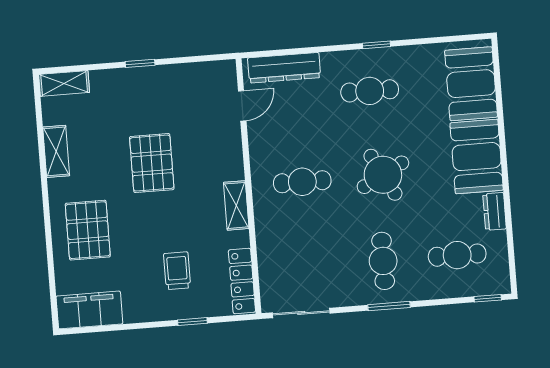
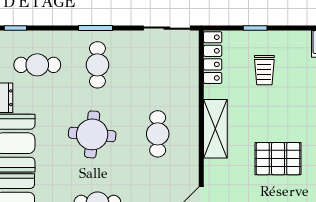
pallet: (152, 163) -> (278, 159), turned 90
round table: (383, 175) -> (92, 134), turned 33
cafe table: (302, 182) -> (158, 134), turned 90
shelving: (236, 205) -> (215, 129), width x1.50, depth x1.33

